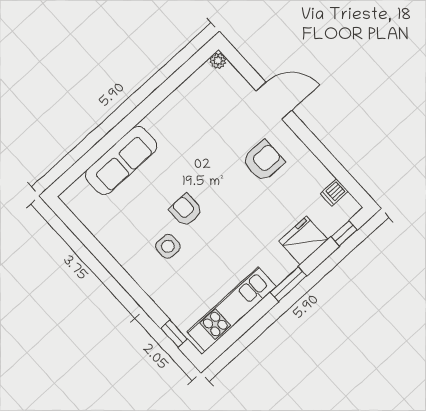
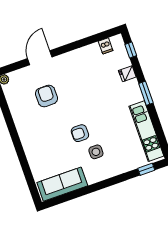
sofa: (121, 161) -> (62, 184), moved, turned -90
armchair: (263, 161) -> (46, 96), moved
fridge: (303, 240) -> (127, 74), width x0.53, depth x0.75

